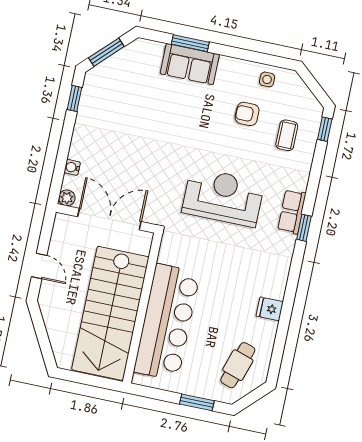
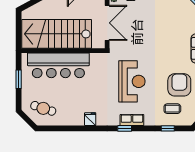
armchair: (247, 114) -> (179, 85), width x1.88, depth x1.88
window: (325, 129) -> (168, 128), moved
fridge: (270, 309) -> (90, 119), moved
window: (197, 402) -> (19, 79), moved

